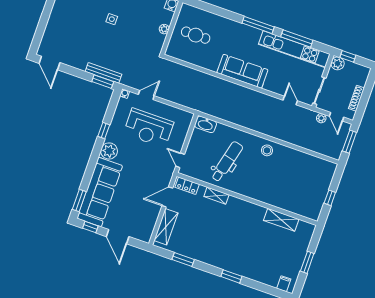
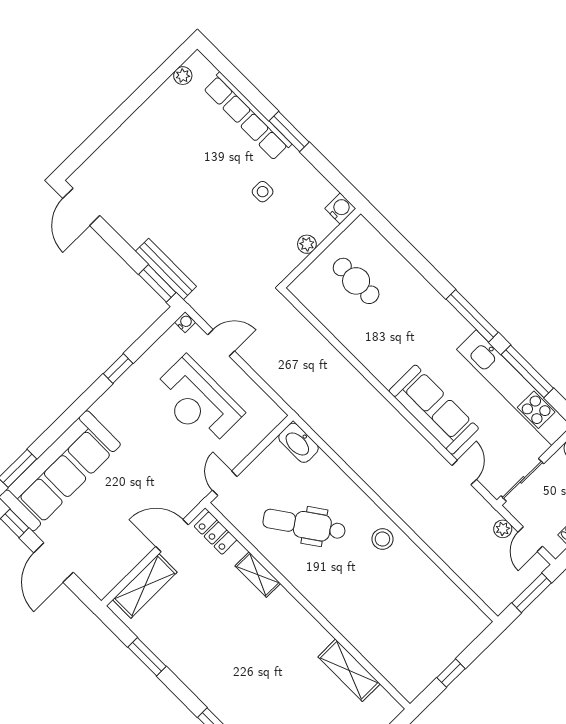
side table: (112, 19) -> (263, 192), moved
sofa: (242, 71) -> (434, 410), moved
plant: (109, 151) -> (110, 408), removed
dental chair: (227, 162) -> (304, 525), turned -139

